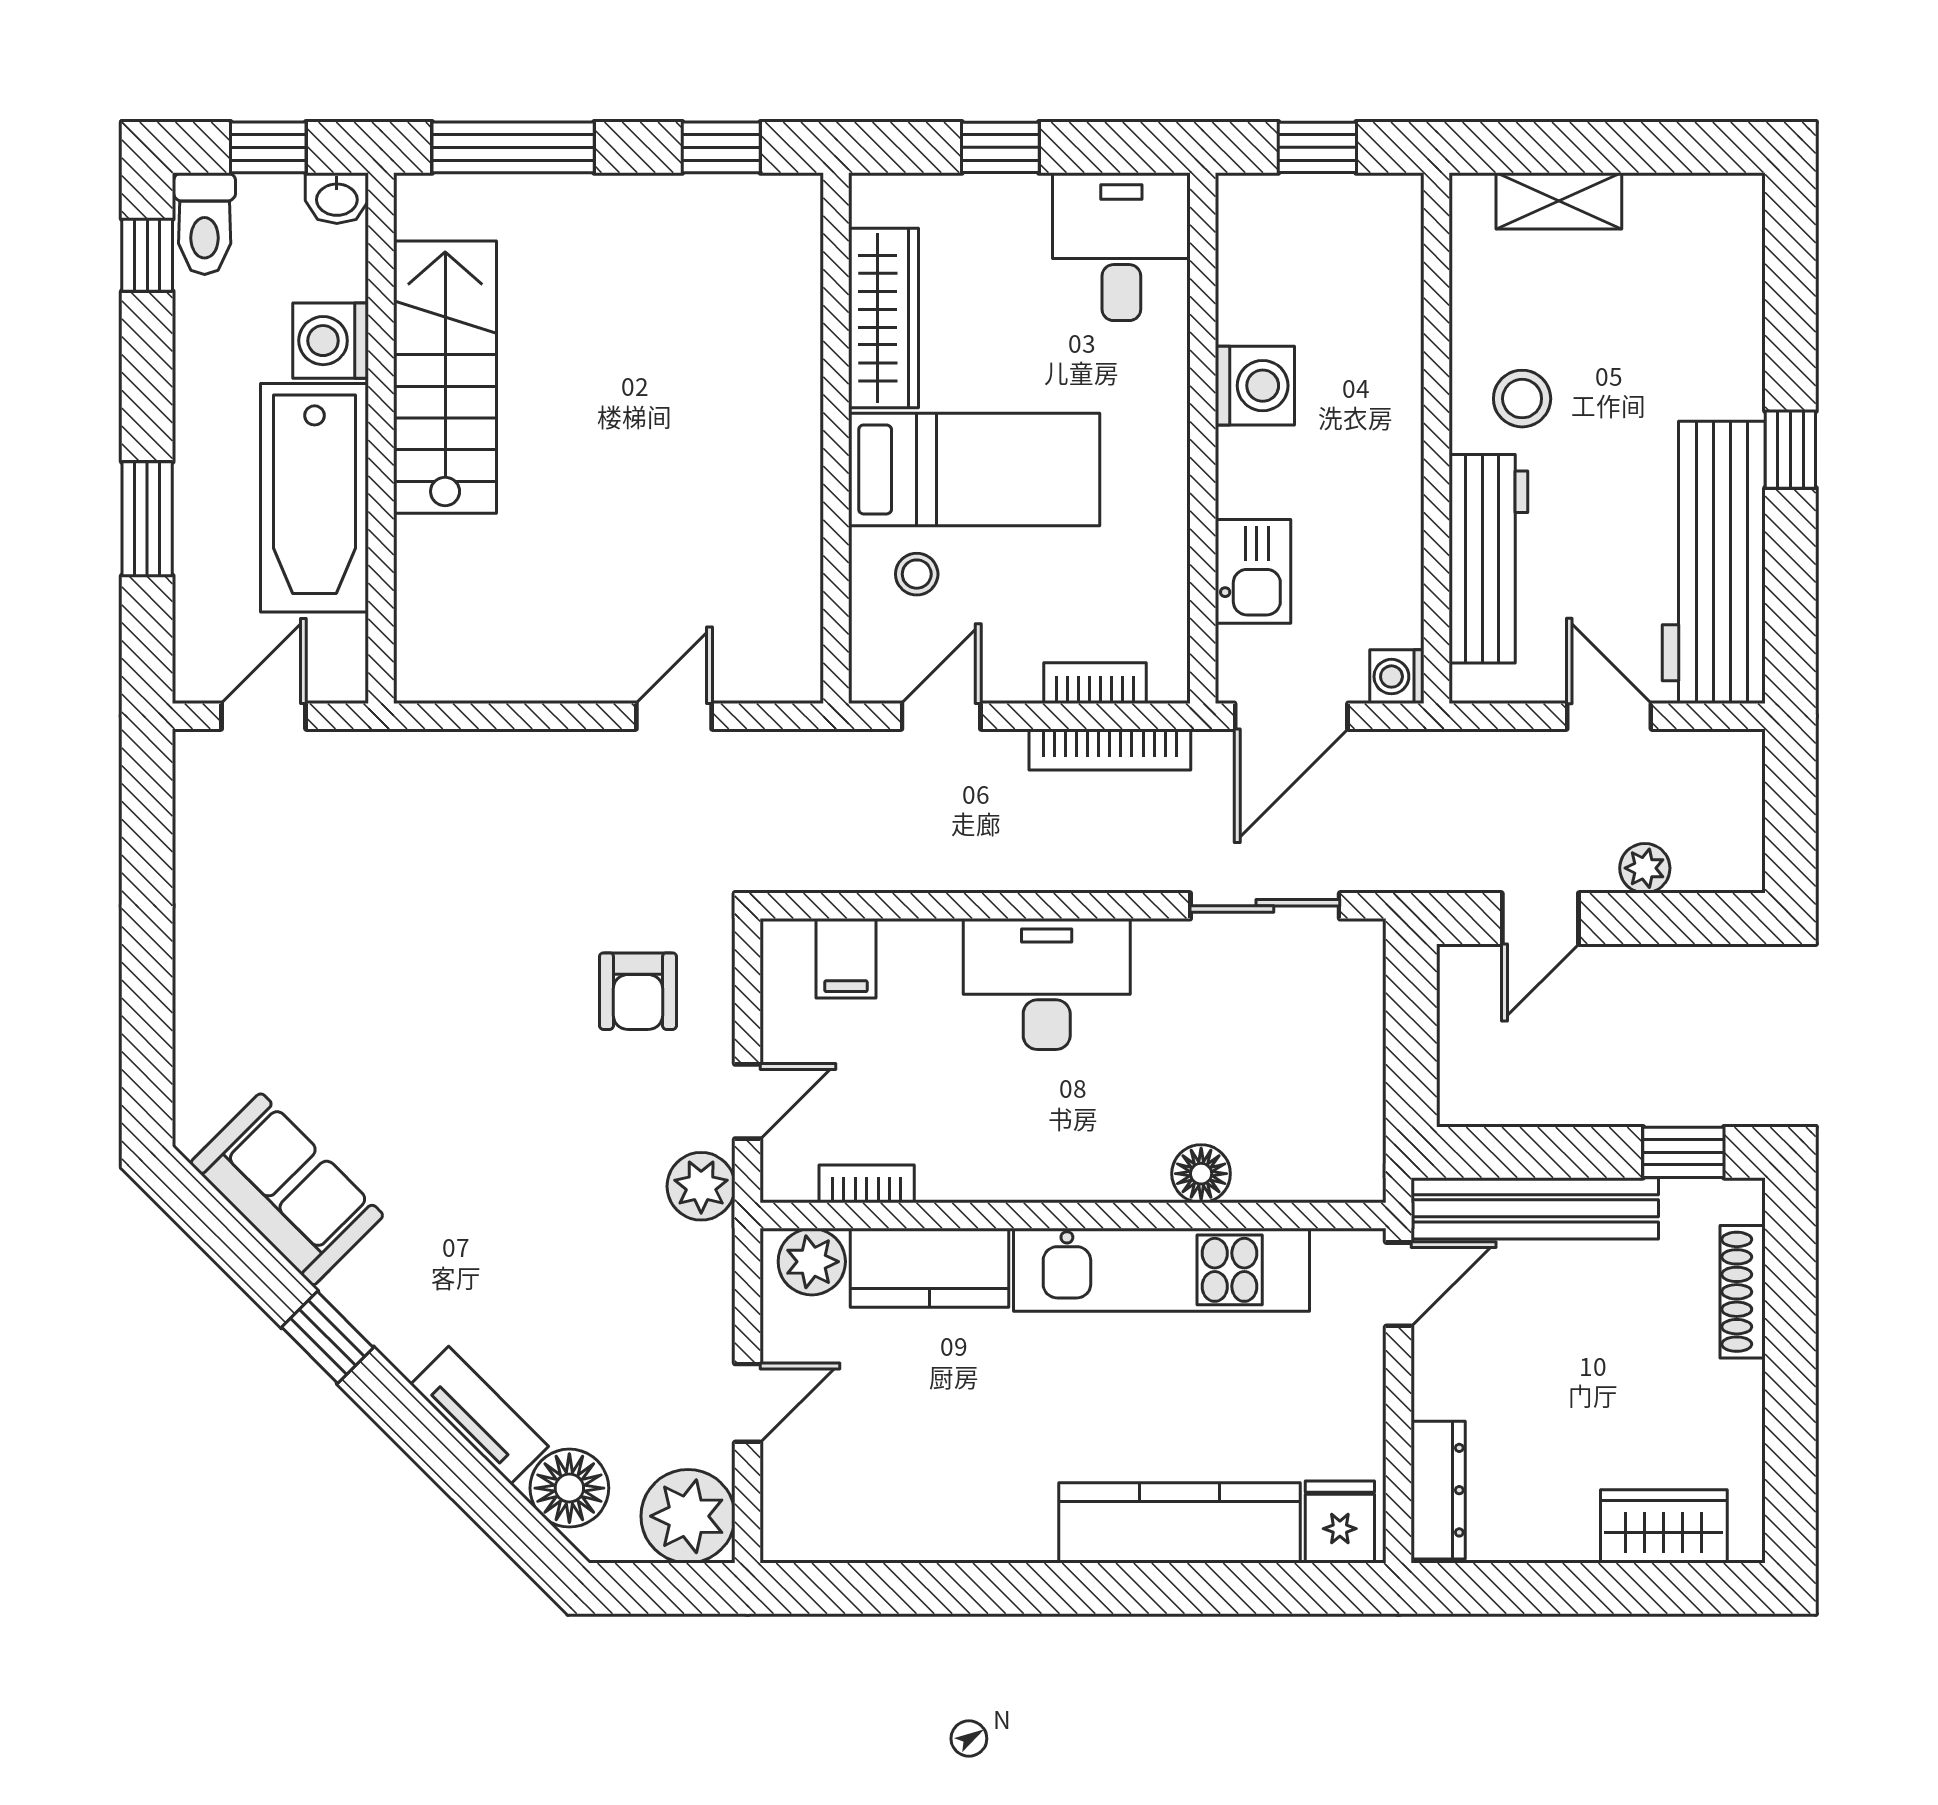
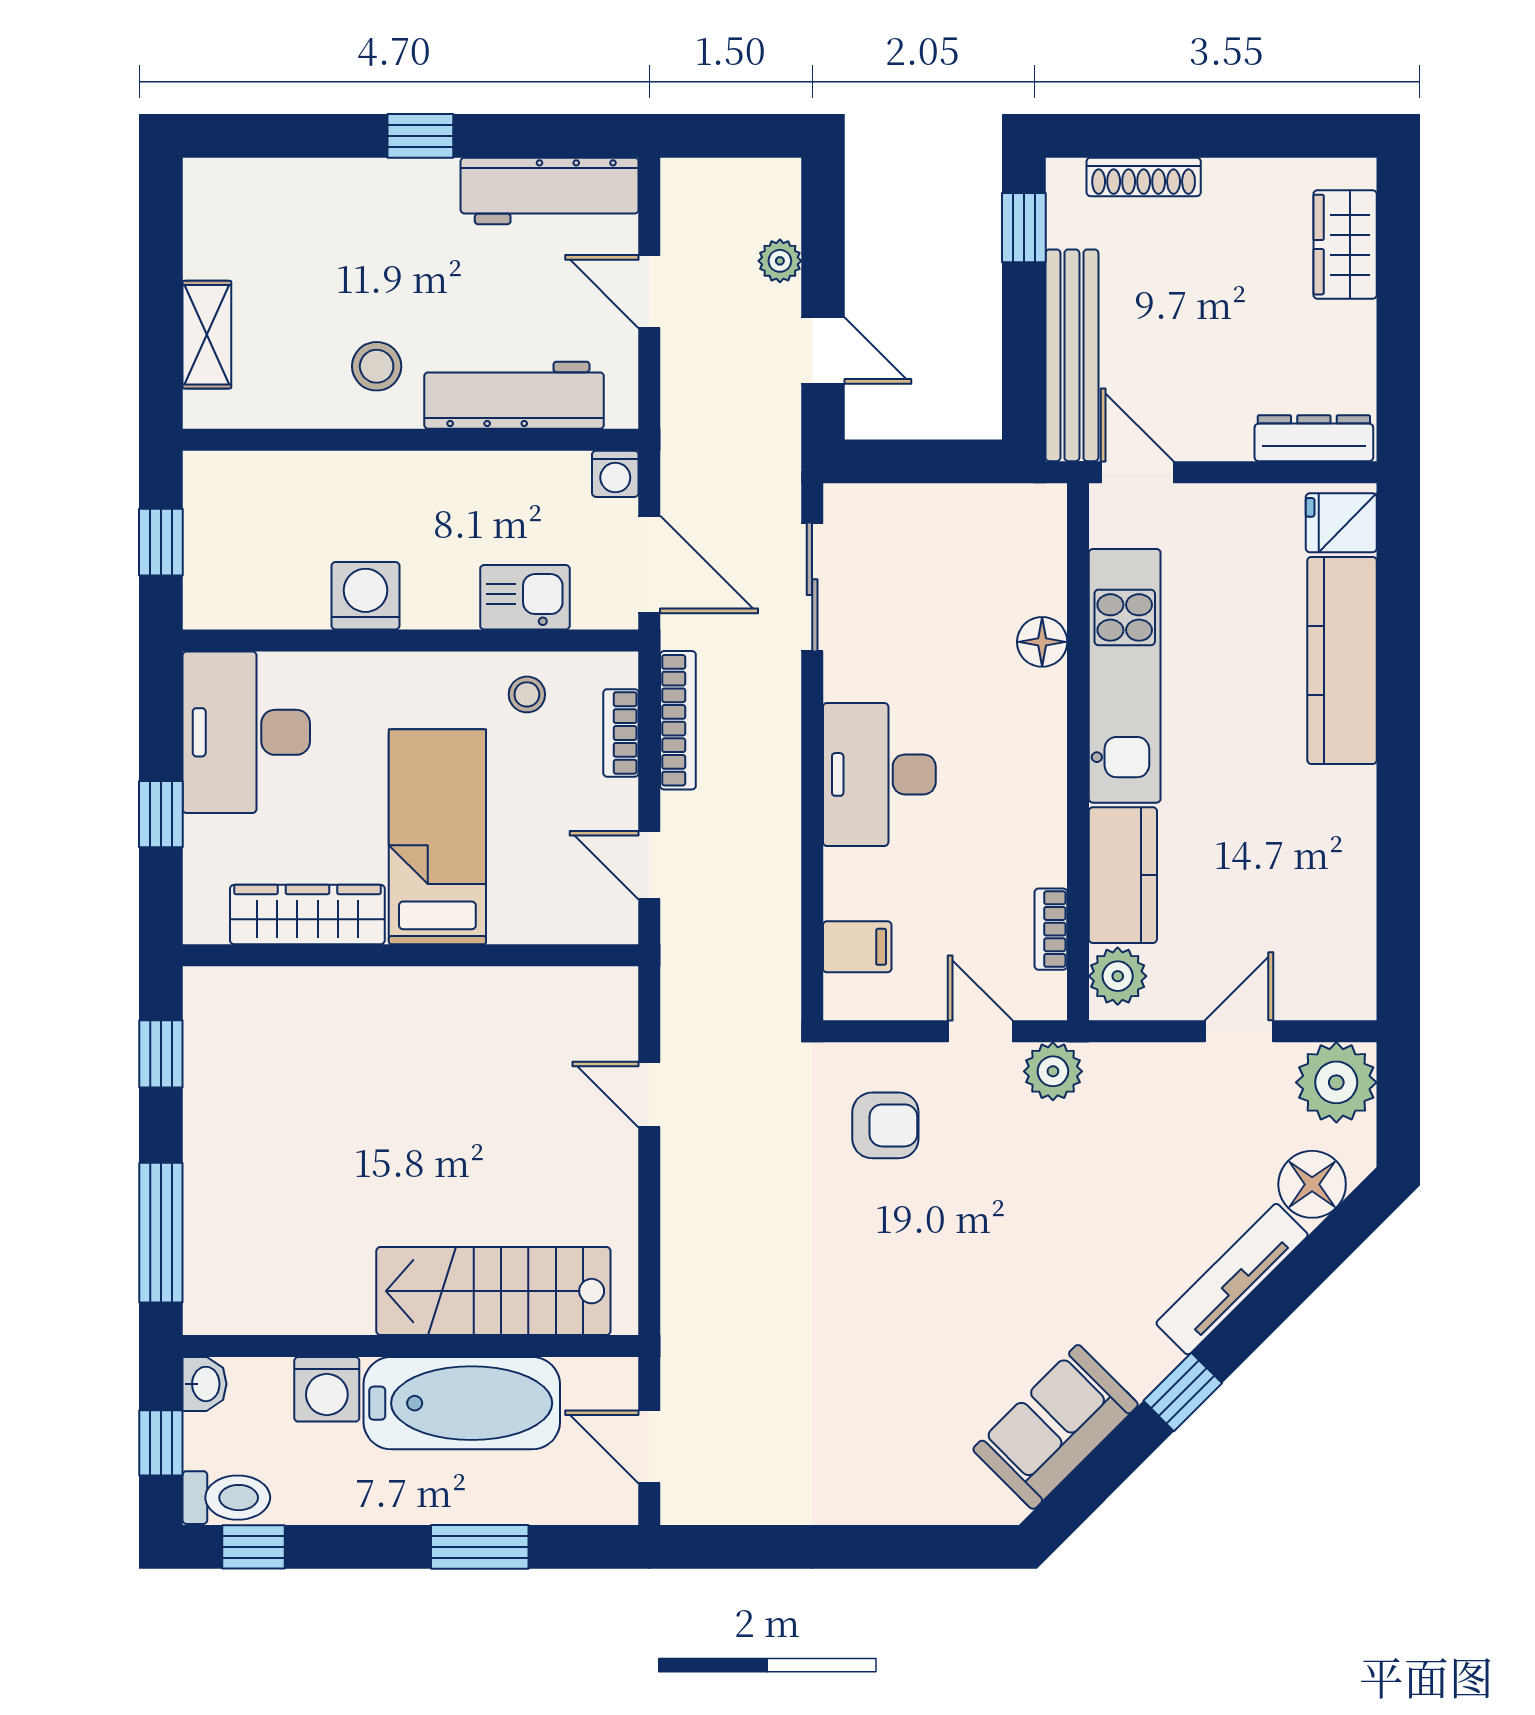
desk: (1121, 247) -> (246, 732), width x1.37
stairs: (445, 377) -> (493, 1291), moved
workbench: (1714, 562) -> (550, 191), width x0.73, depth x0.76
stool: (917, 574) -> (527, 694), moved
door: (1609, 716) -> (649, 292), hinge flipped
door: (748, 1403) -> (1239, 1031), hinge flipped
tv unit: (479, 1415) -> (1232, 1279), width x1.41

